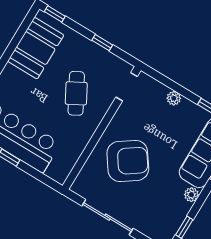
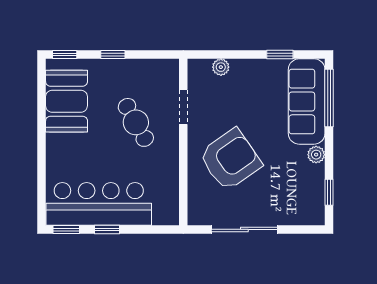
window: (102, 43) -> (113, 55), moved
doorway: (127, 87) -> (183, 107), moved
plant: (174, 98) -> (221, 67), moved

